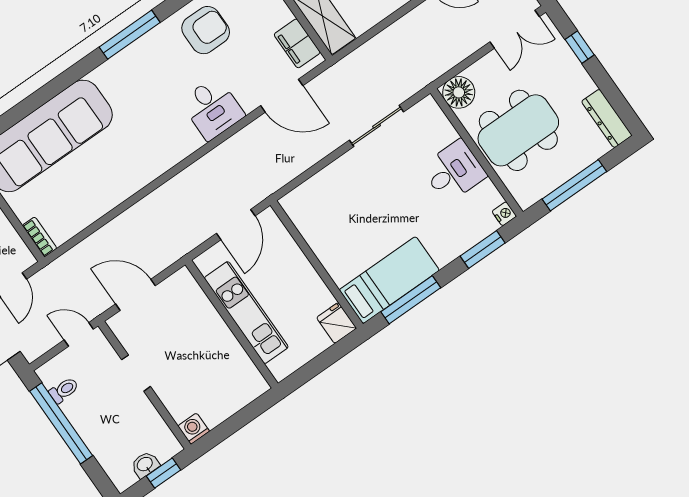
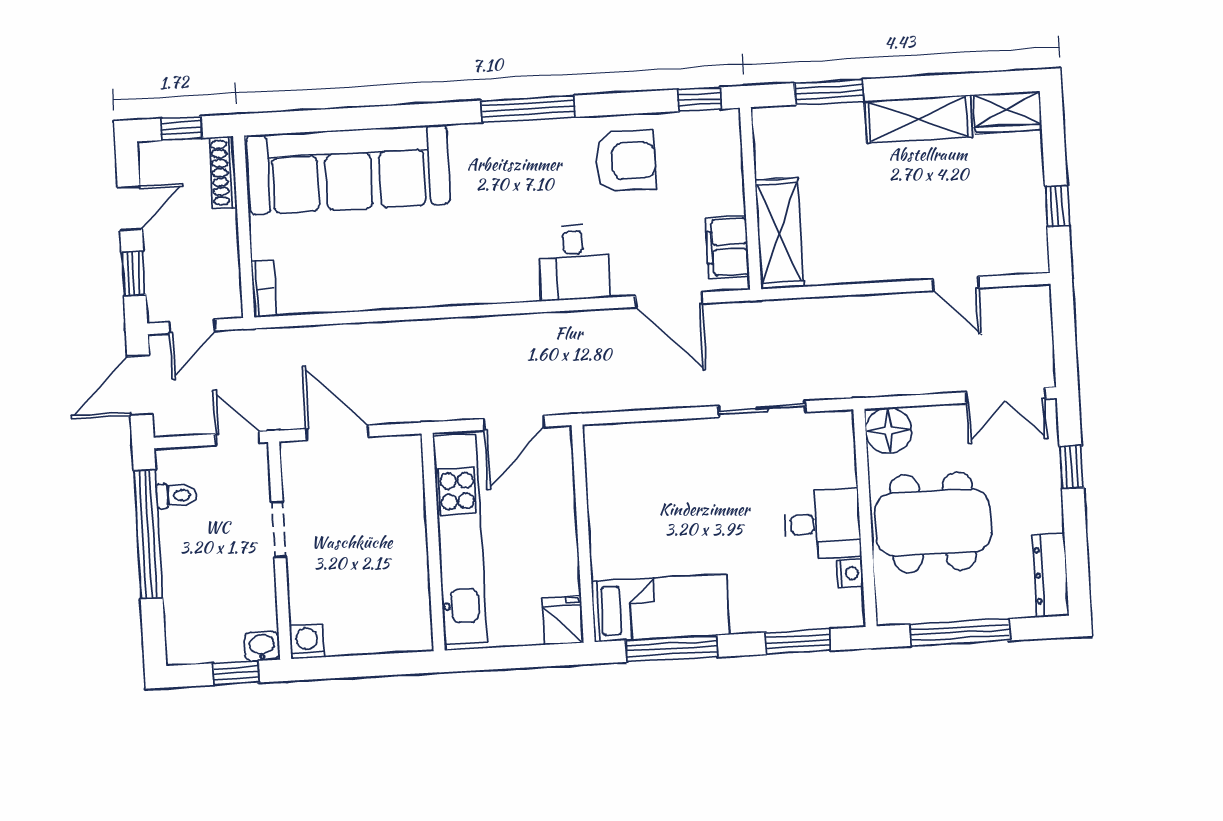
nightstand: (504, 214) -> (850, 573), moved
kitchen unit: (246, 313) -> (460, 539), width x1.36
washbasin: (145, 465) -> (262, 646), moved

